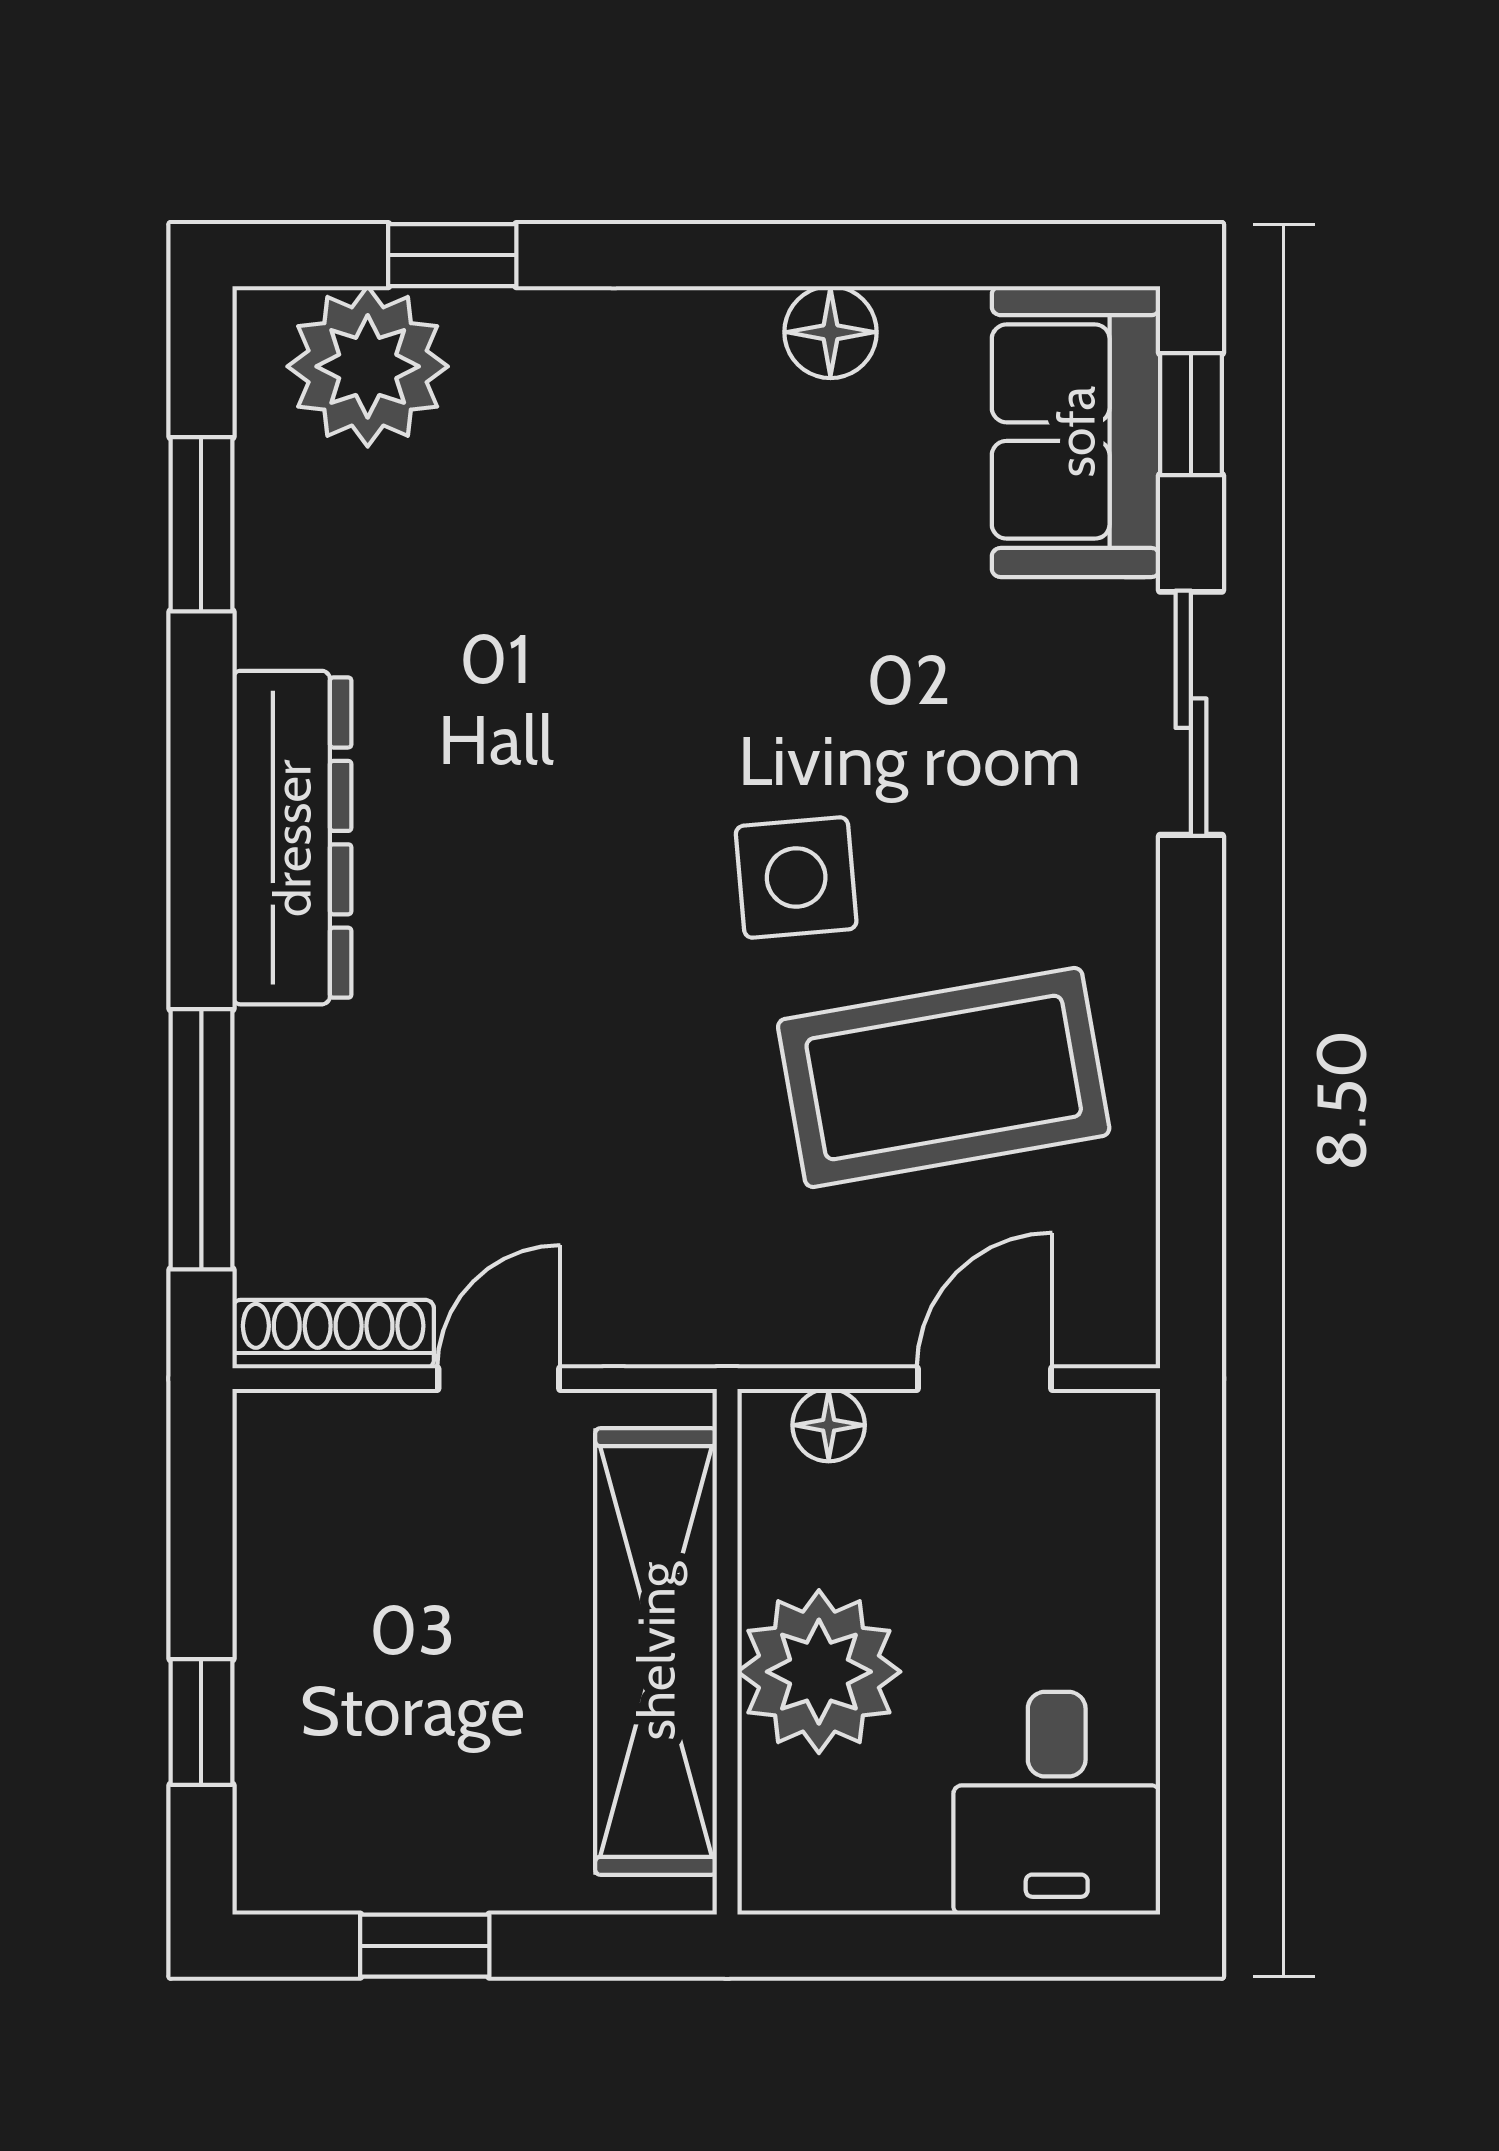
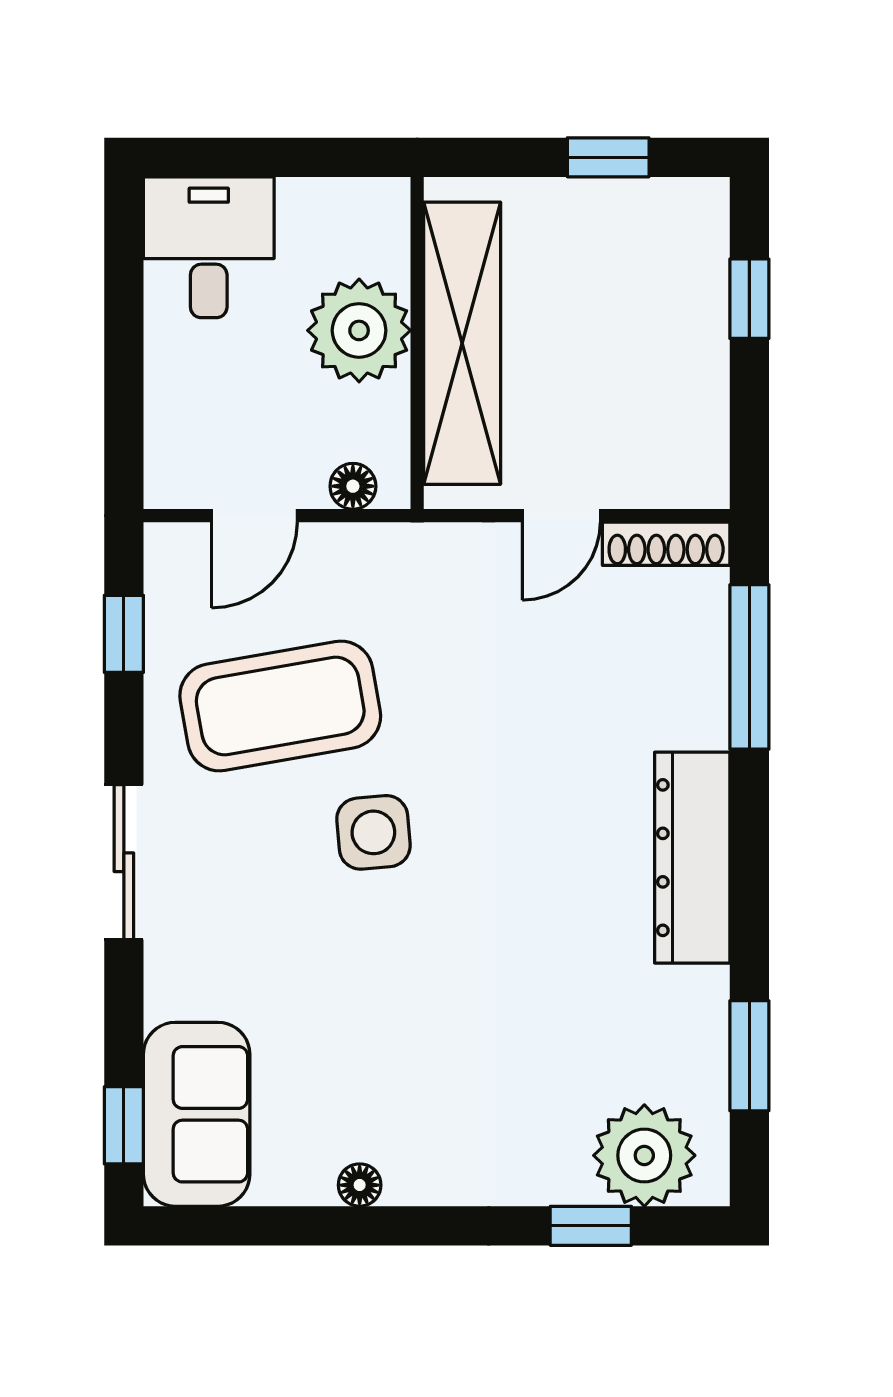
floor lamp: (830, 332) -> (360, 1185), width x0.73, depth x0.73
sliding door: (1191, 713) -> (124, 862), moved
window: (1191, 1192) -> (124, 634), added

